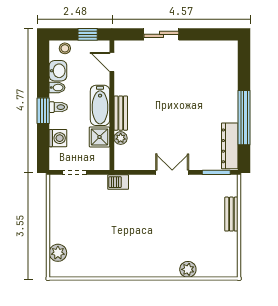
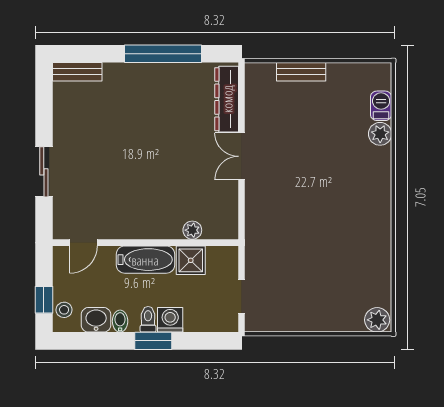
window: (88, 34) -> (44, 300), moved
bench: (121, 113) -> (77, 72), moved
washing machine: (58, 138) -> (170, 320), moved
dresser: (230, 146) -> (227, 99), moved, turned 90
window: (216, 172) -> (242, 93), removed
barbecue: (118, 182) -> (381, 106), moved, turned 180
plant: (58, 253) -> (377, 320), moved

